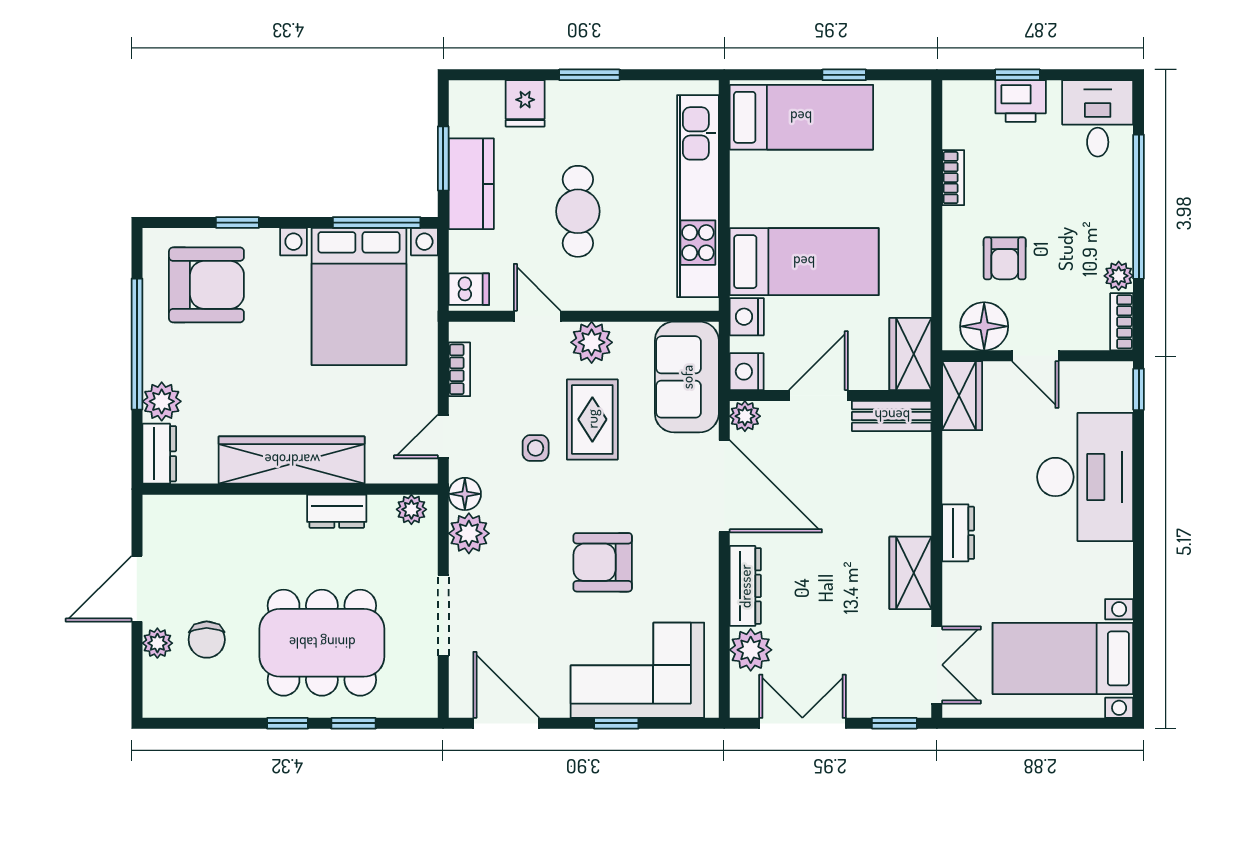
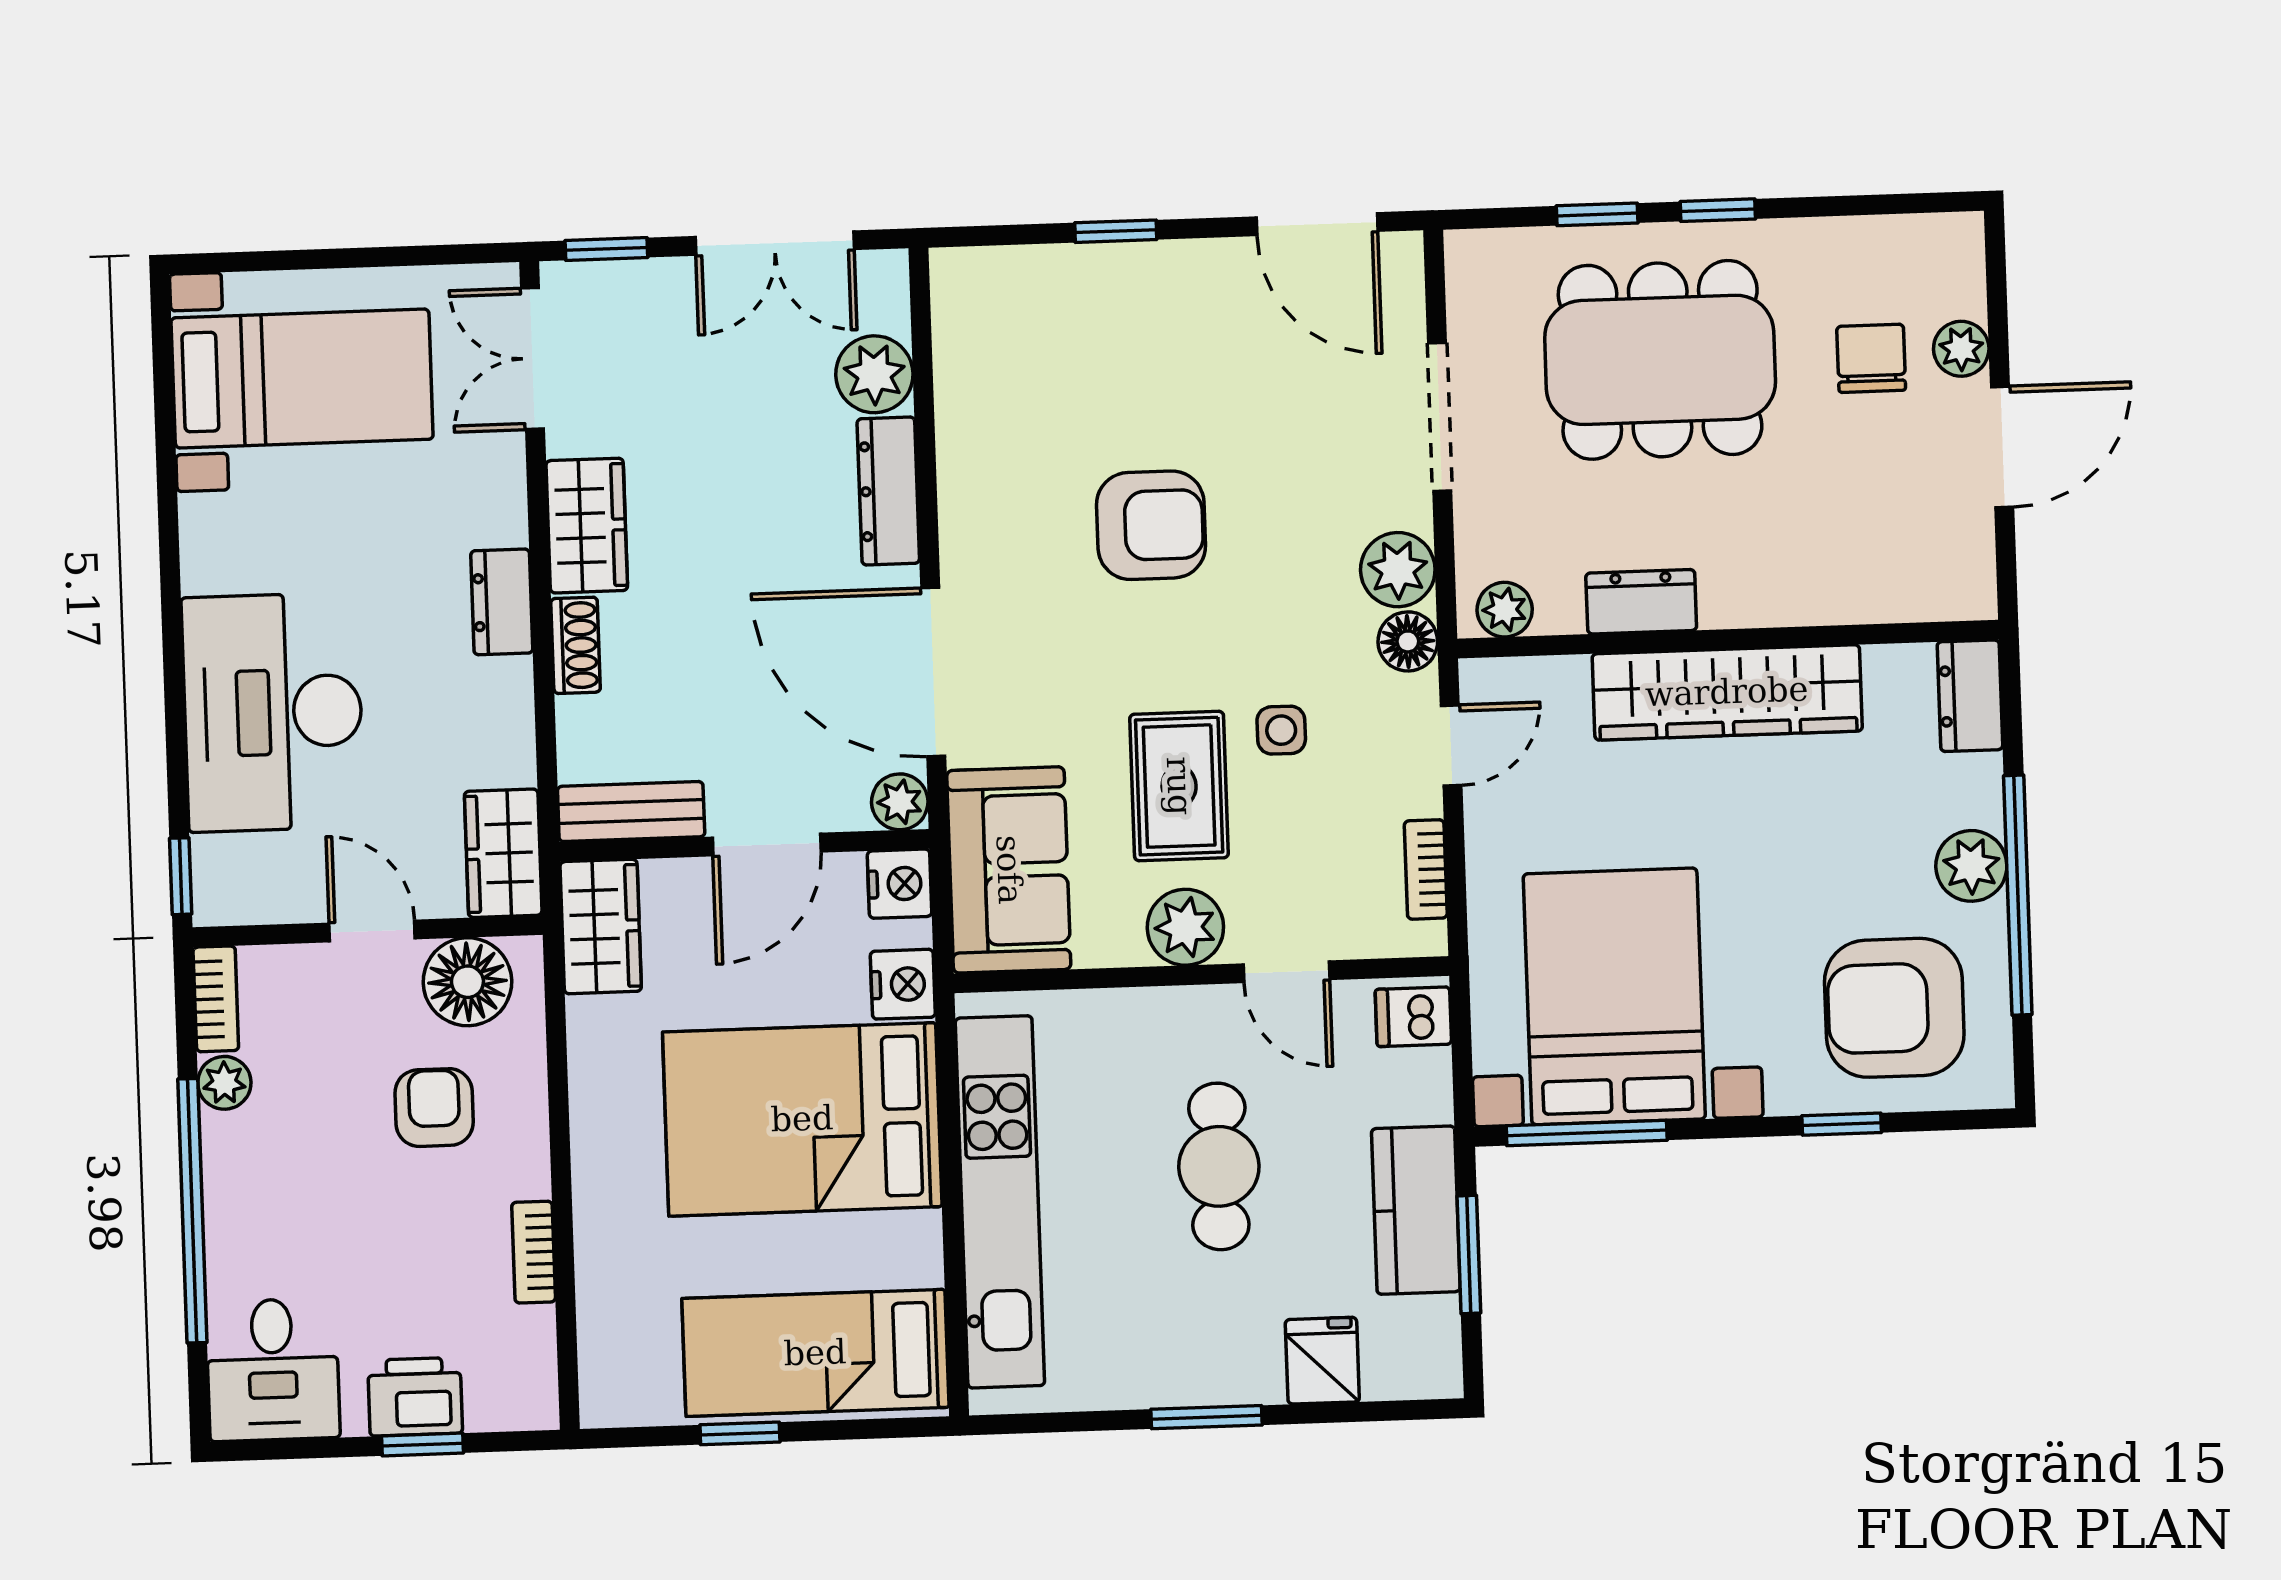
bed: (804, 262) -> (802, 1119), width x1.50
plant: (162, 401) -> (1971, 866), moved
shoe rack: (919, 508) -> (576, 645), added
corner sofa: (637, 670) -> (1080, 330), removed

